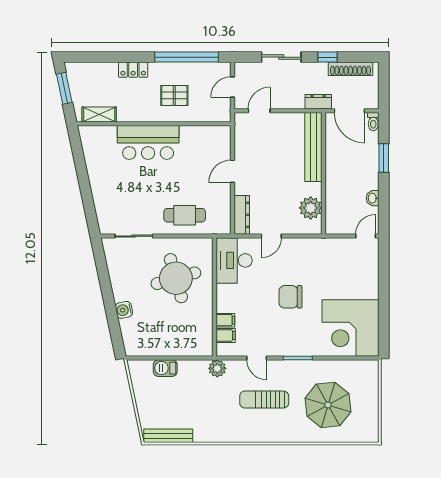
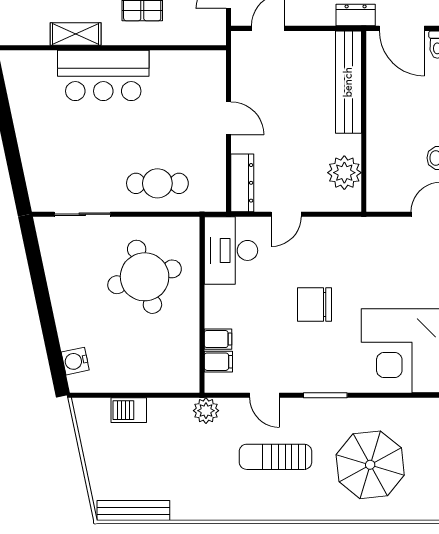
shelving: (99, 114) -> (76, 34), moved
door: (232, 171) -> (229, 118), swing flipped
water cooler: (124, 310) -> (75, 361), moved

